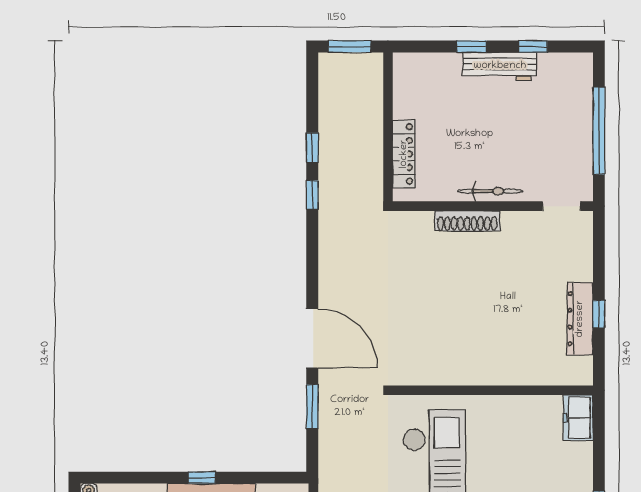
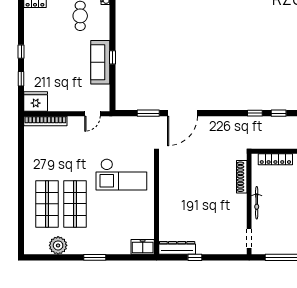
shoe rack: (467, 221) -> (242, 177), moved
dresser: (580, 319) -> (177, 248), moved

